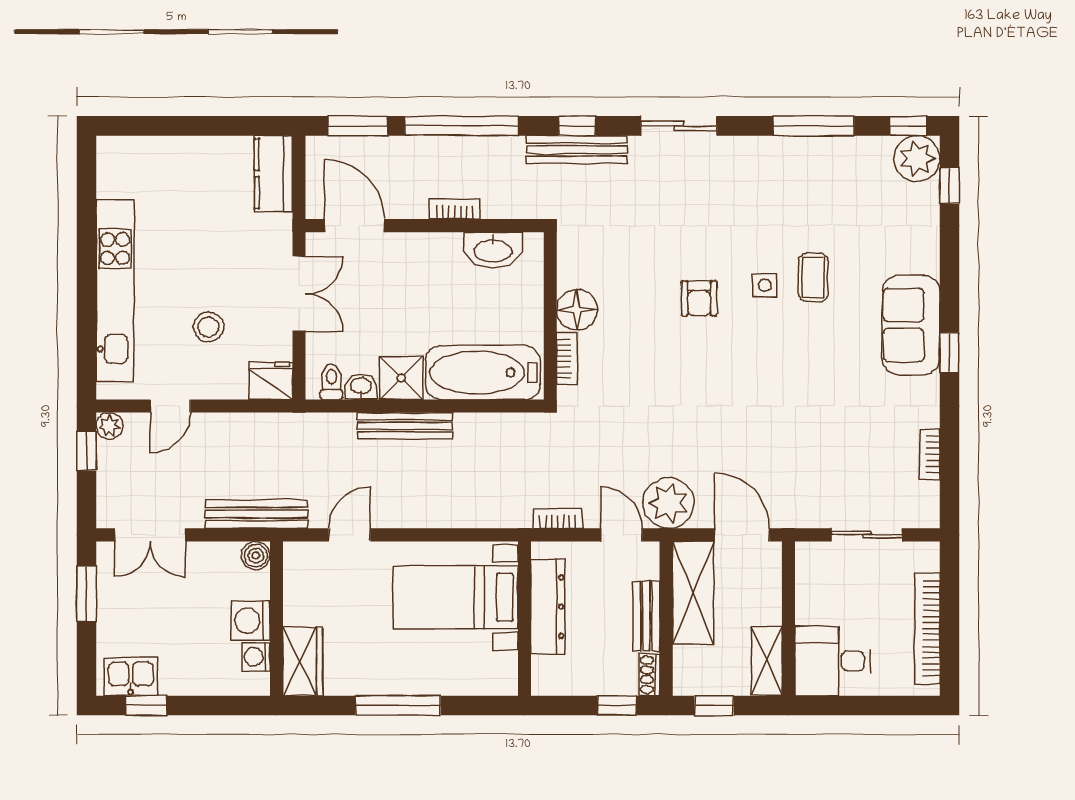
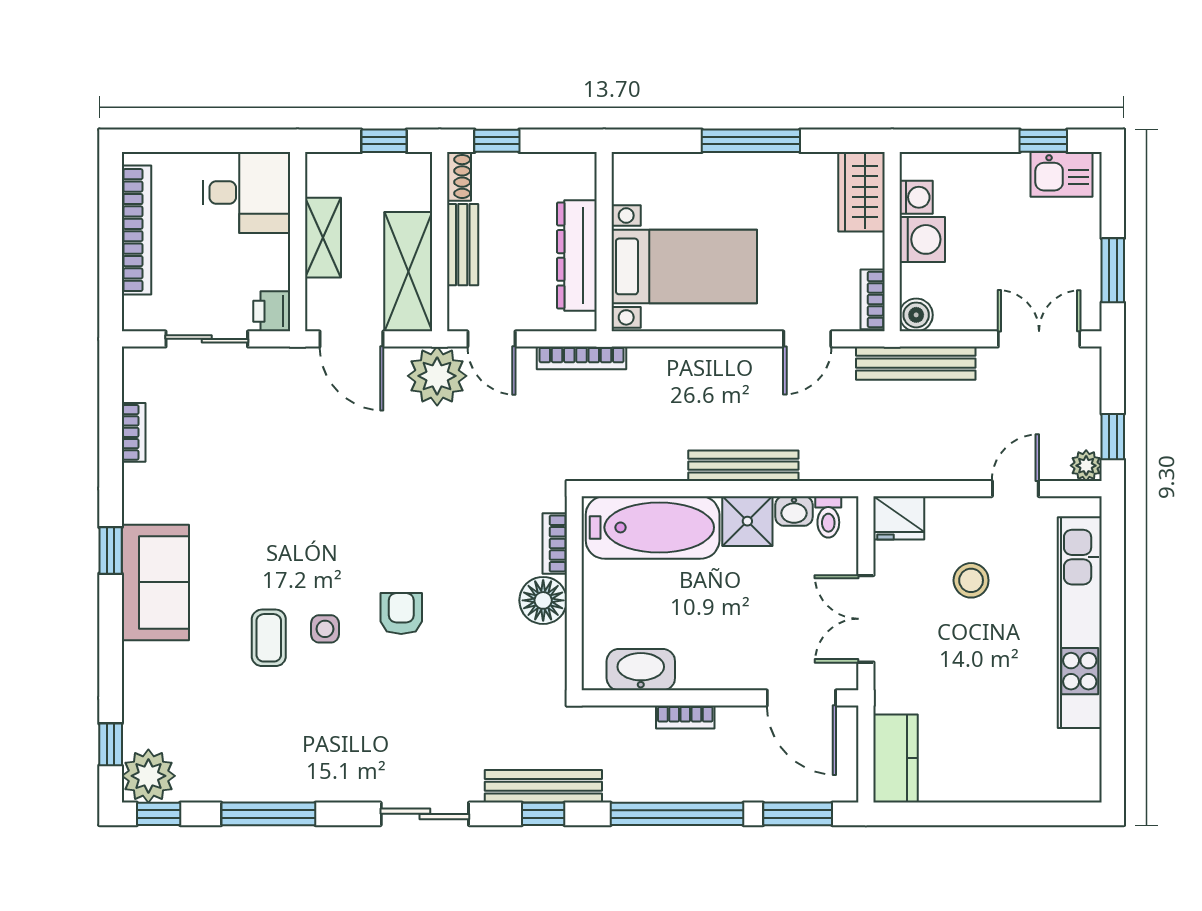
bookcase: (558, 519) -> (582, 358), width x1.56
printer: (811, 559) -> (272, 311), added
bookcase: (293, 569) -> (873, 299), added
shelving: (767, 661) -> (323, 238), moved

